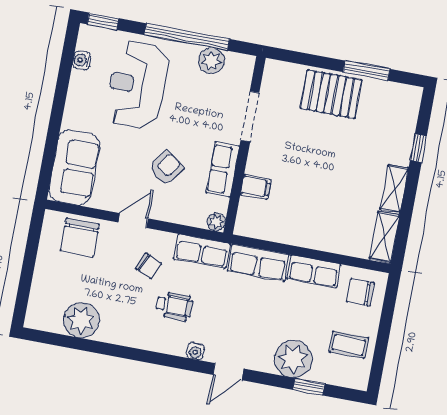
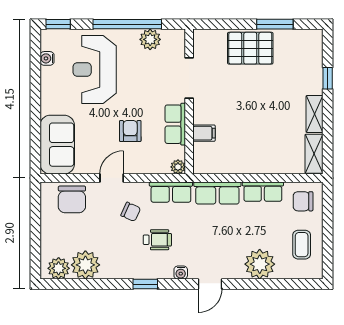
armchair: (166, 168) -> (130, 131), turned -35
plant: (48, 318) -> (59, 268), added
coffee table: (349, 345) -> (302, 245), turned 90
window: (309, 387) -> (145, 284), moved

